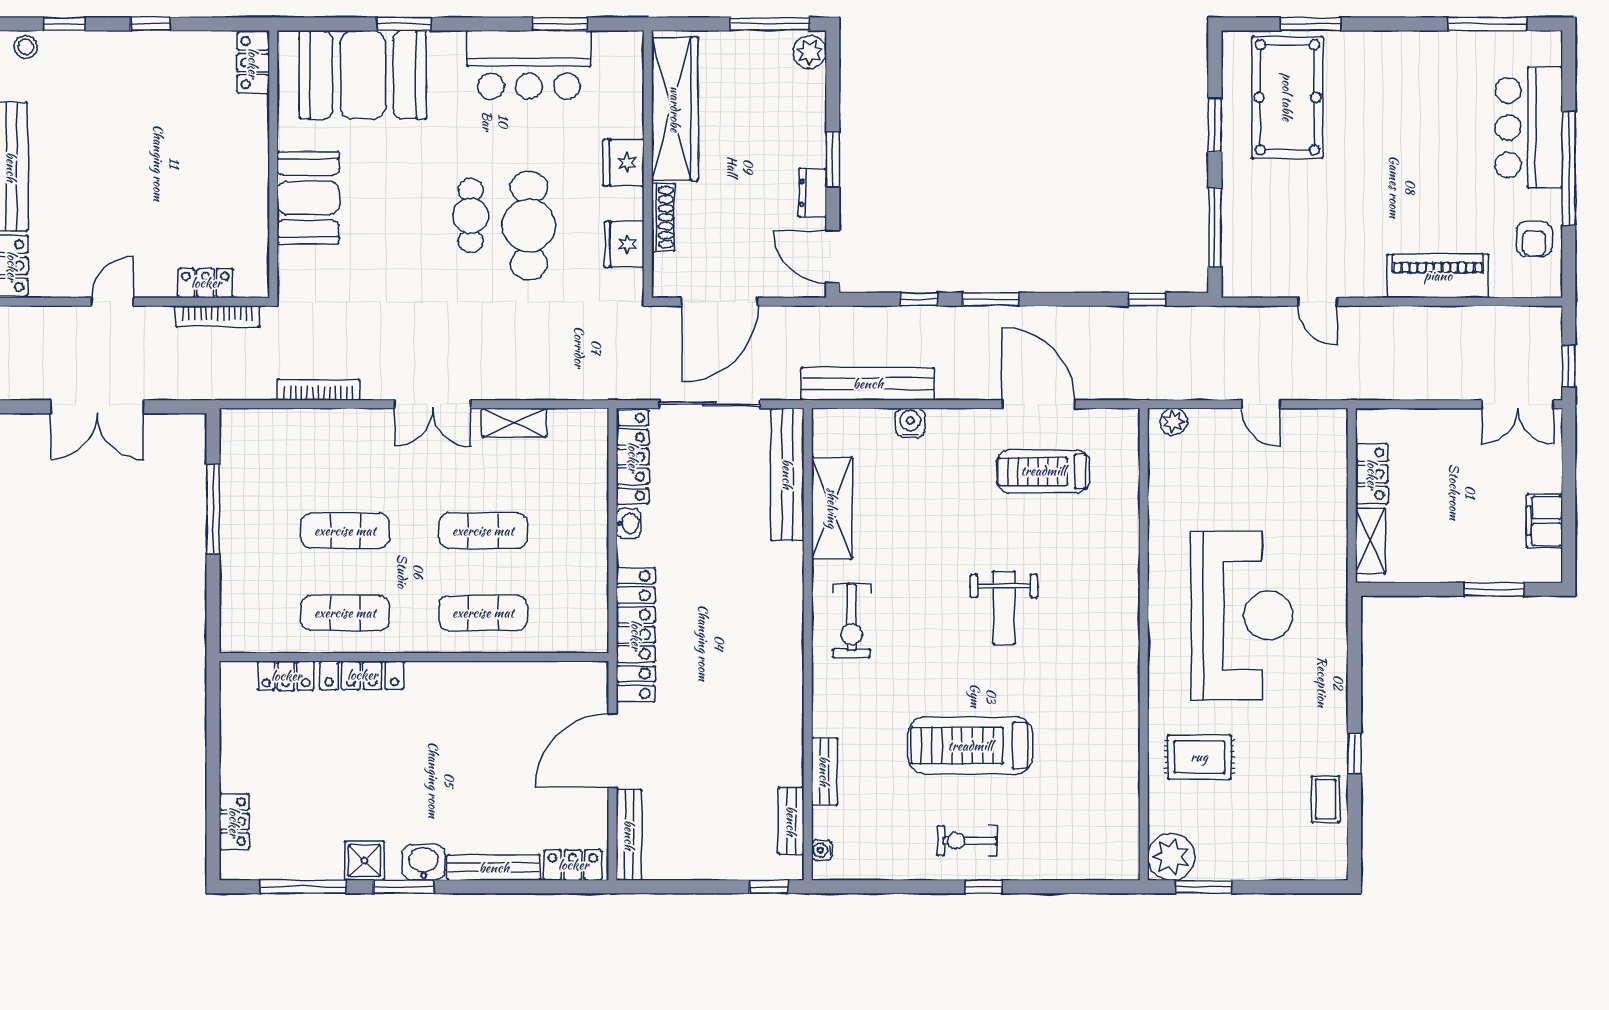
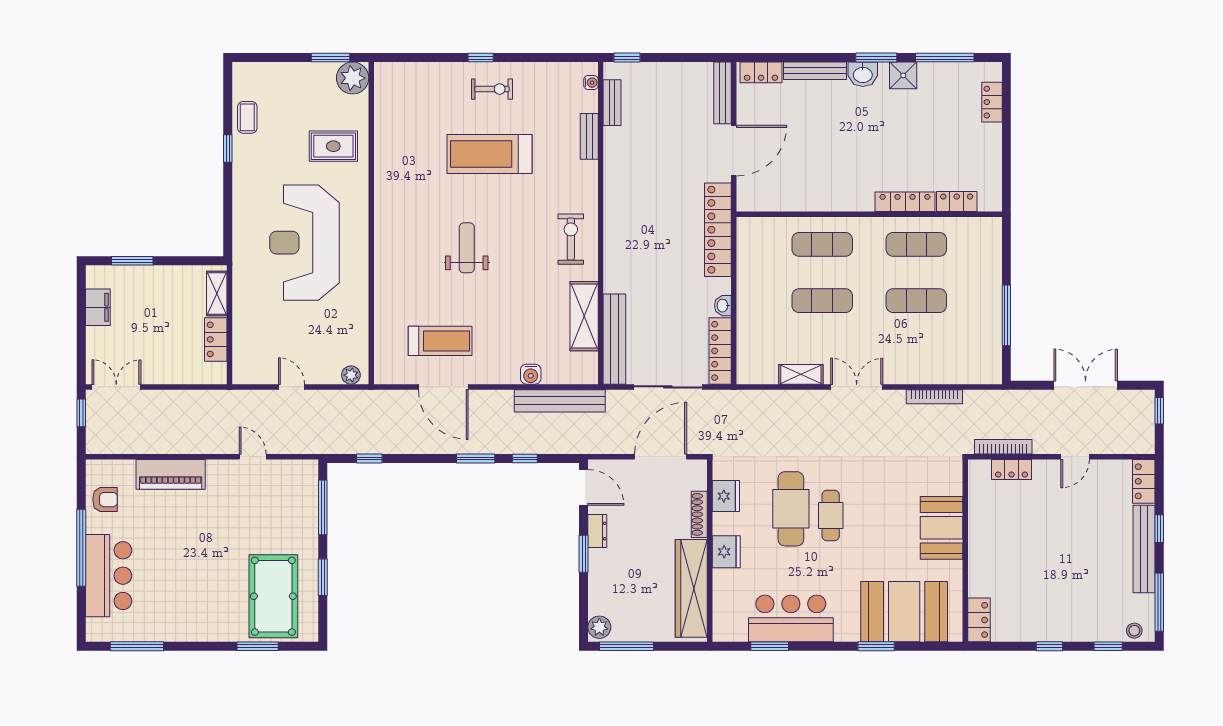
armchair: (1534, 239) -> (105, 500), turned 90
treadmill: (970, 746) -> (490, 154), turned 180

